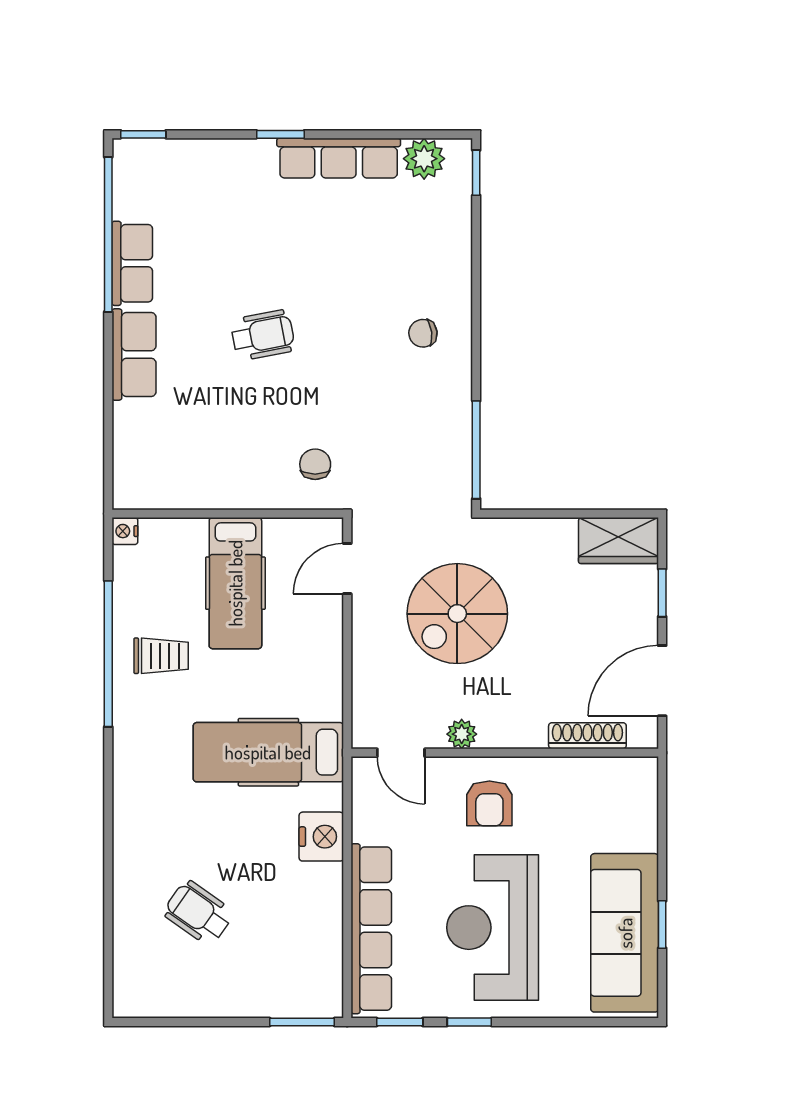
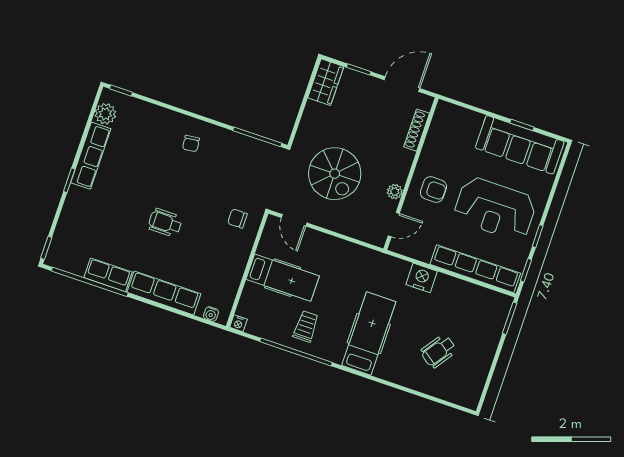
wheelchair: (263, 335) -> (165, 223), turned -79
row of seats: (134, 354) -> (164, 293), width x1.48
water cooler: (125, 475) -> (211, 314), added
door: (662, 681) -> (402, 84), swing flipped
hospital bed: (268, 752) -> (369, 334), moved, turned 180

